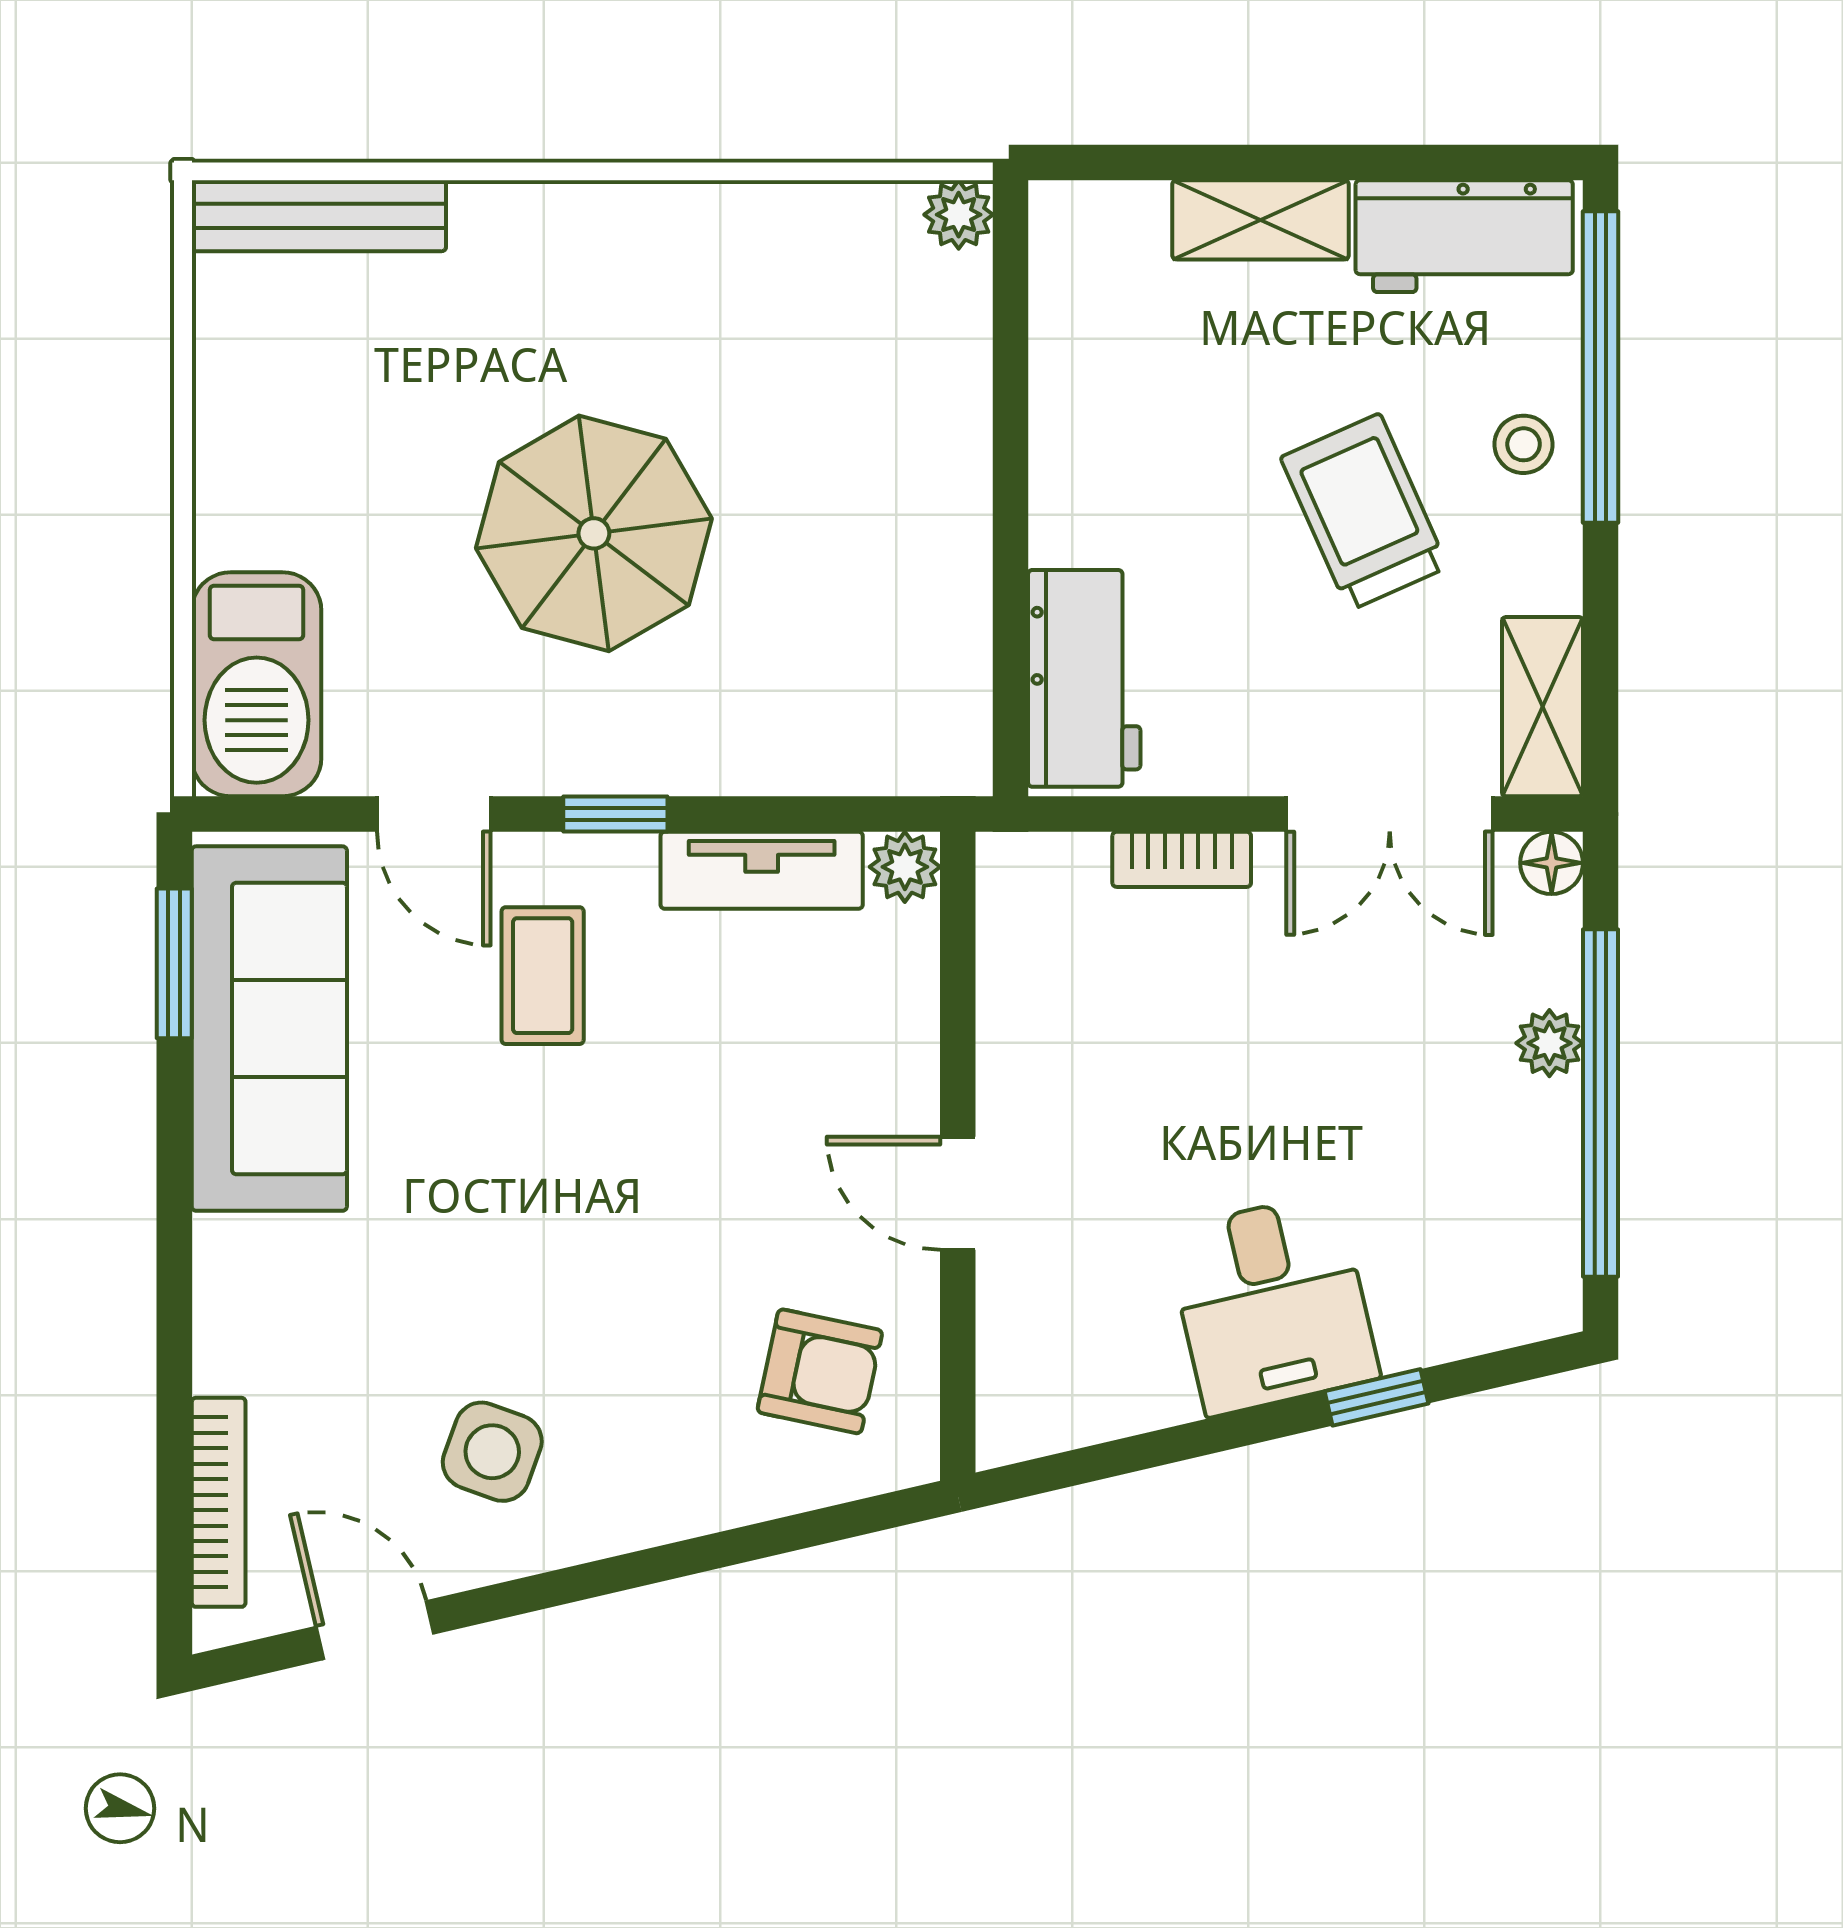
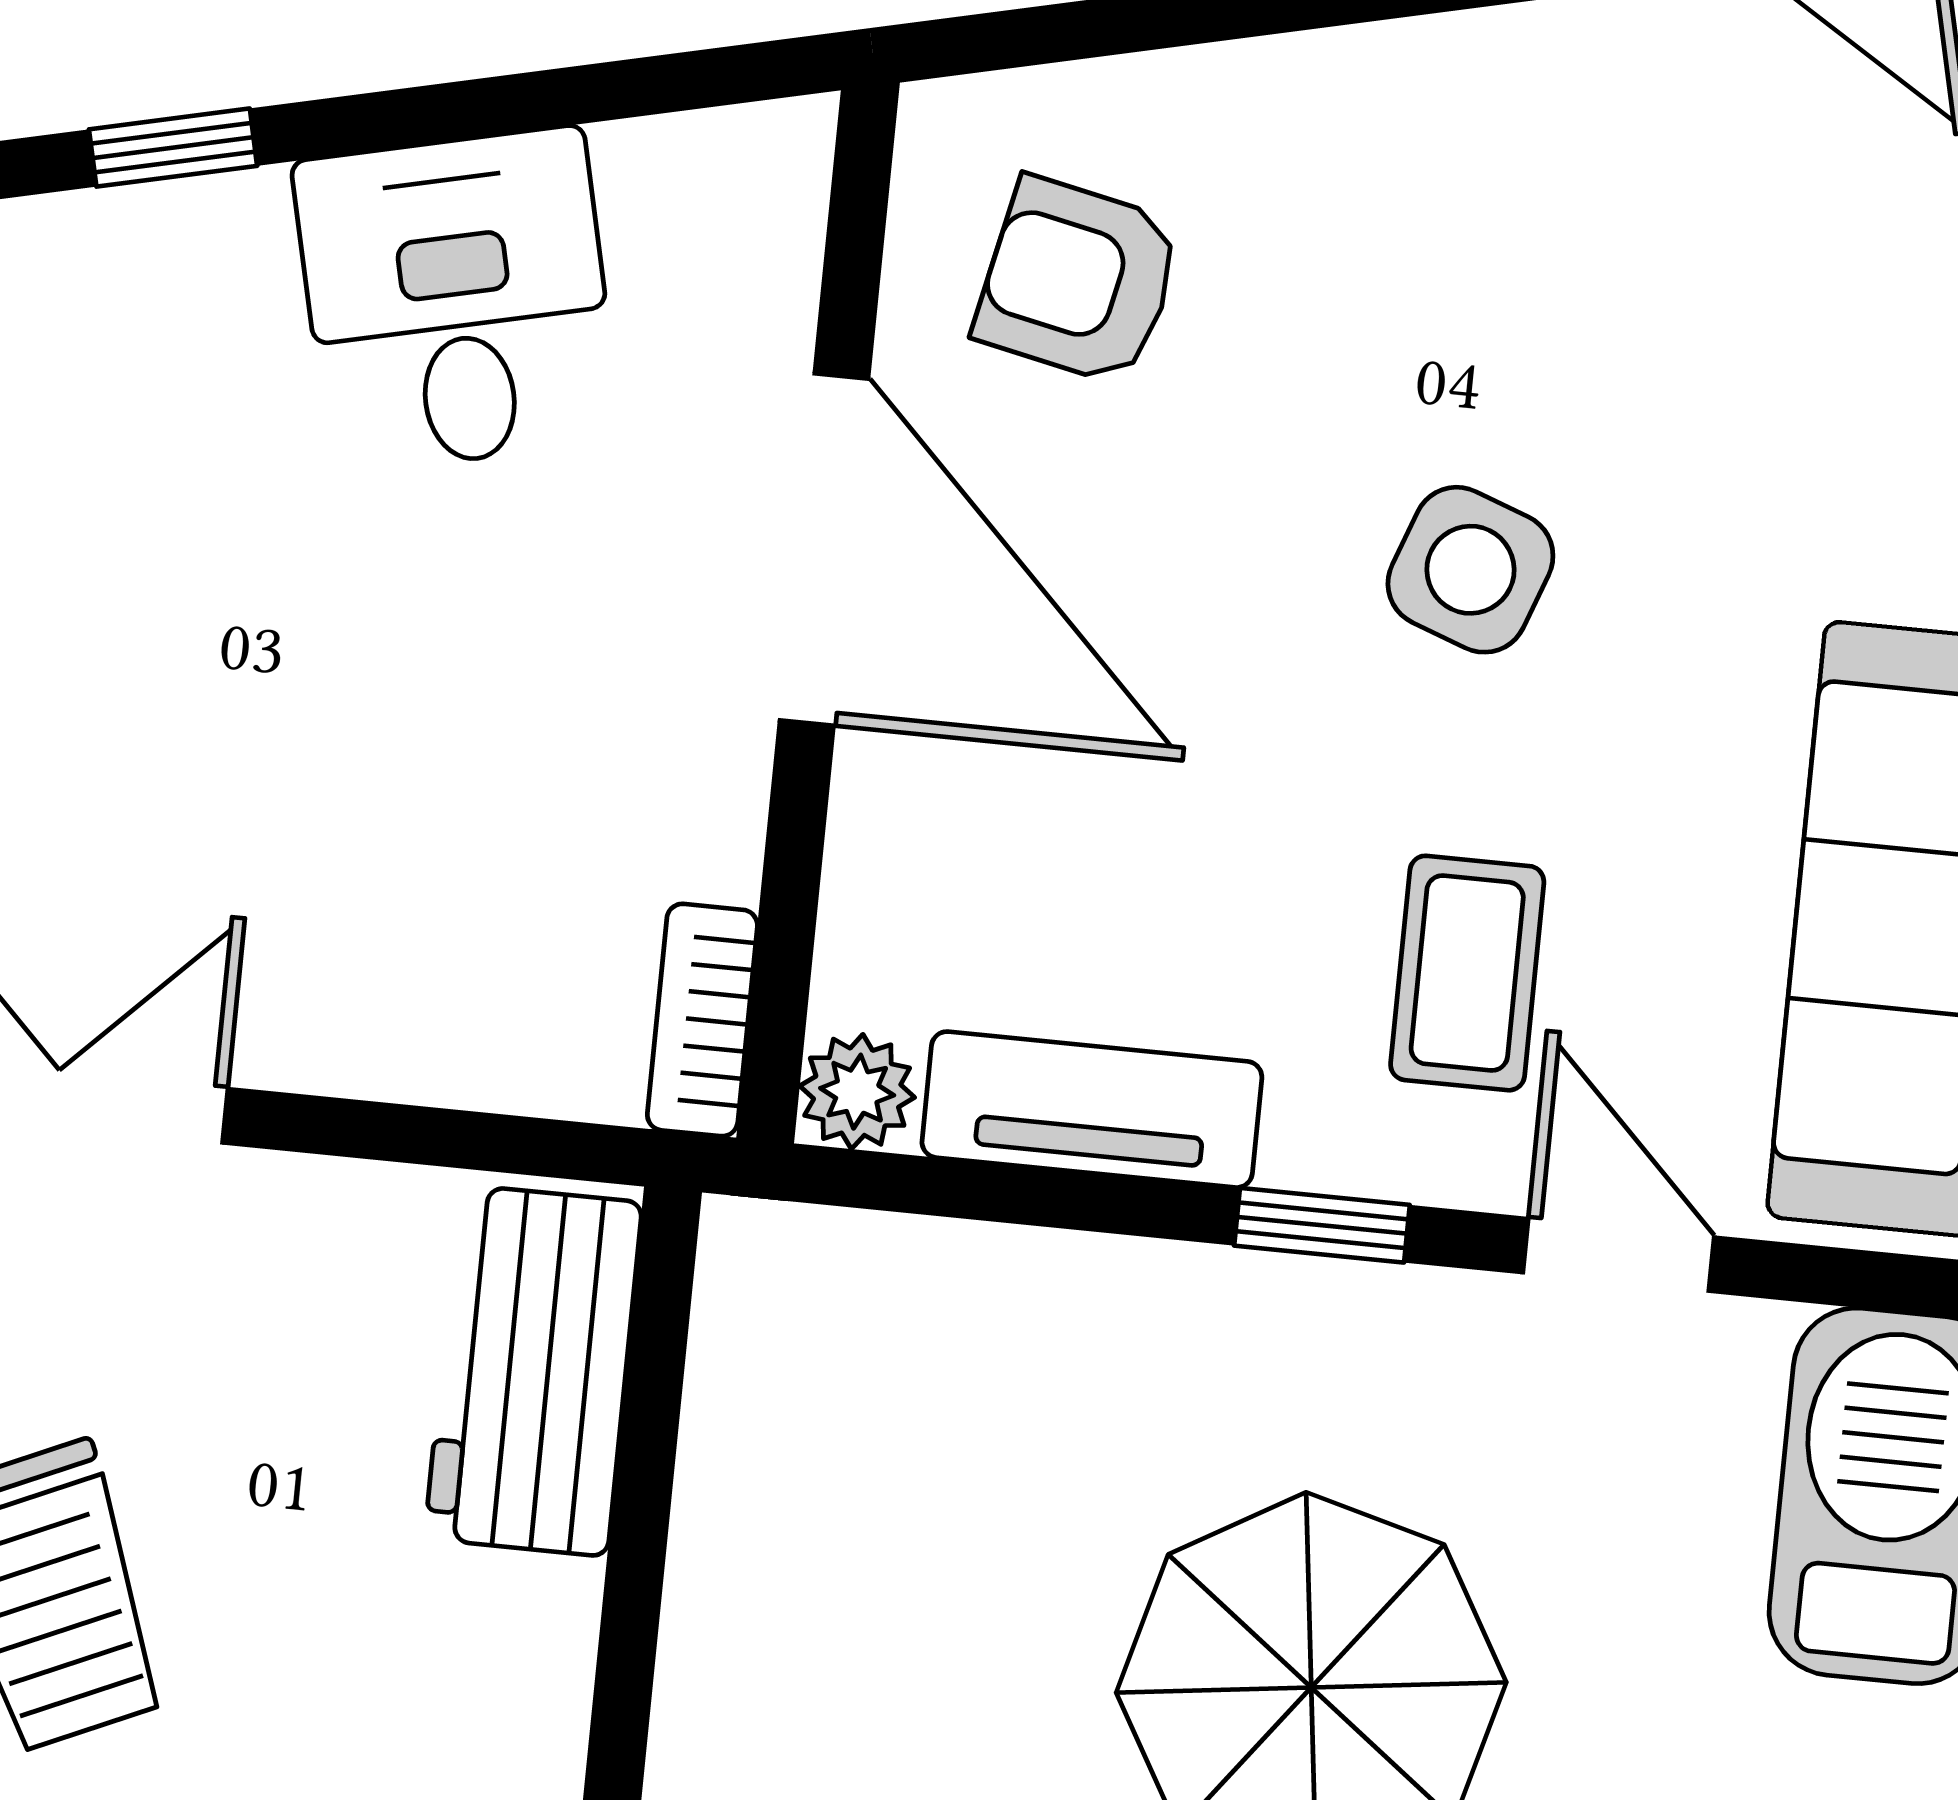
bookcase: (1182, 859) -> (702, 1020), moved, turned -90
door: (958, 1193) -> (824, 550), width x1.87
desk: (1272, 1304) -> (457, 301), moved
side table: (492, 1452) -> (1470, 570), moved

